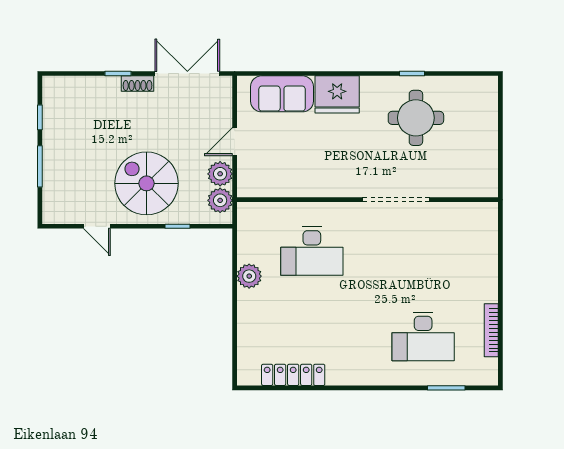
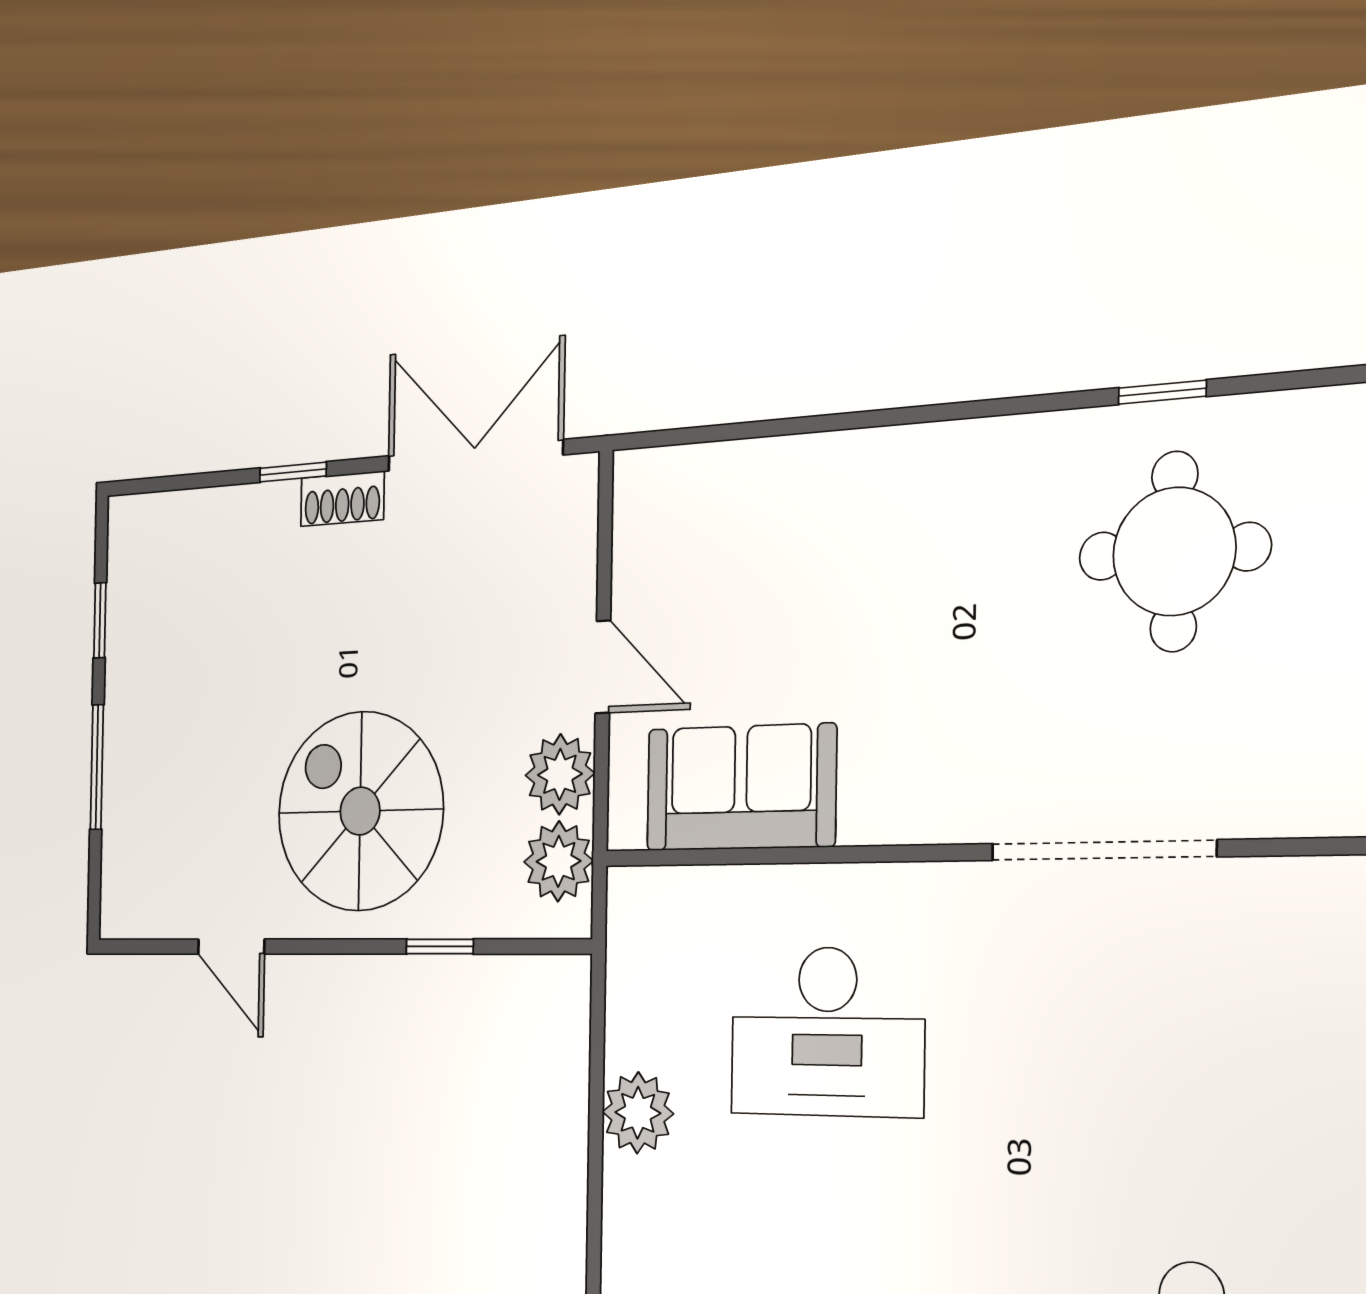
sofa: (282, 94) -> (741, 787), moved, turned 180
fridge: (337, 94) -> (914, 487), removed
door: (235, 142) -> (603, 667), swing flipped

